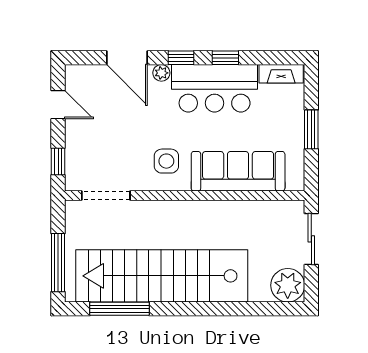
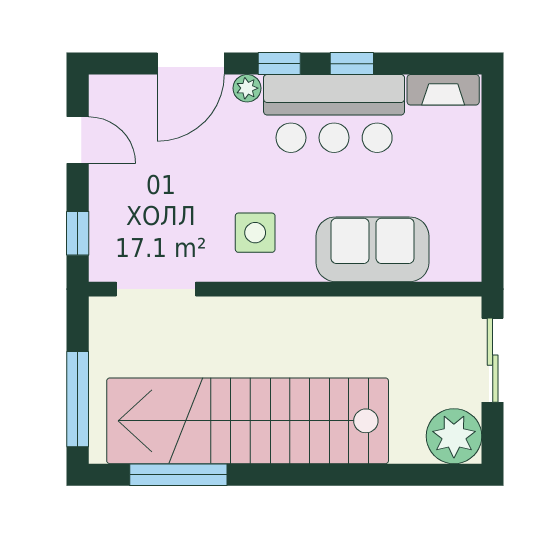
door: (127, 58) -> (191, 64), hinge flipped
window: (311, 129) -> (493, 181), removed
sofa: (238, 171) -> (373, 249), width x0.73

